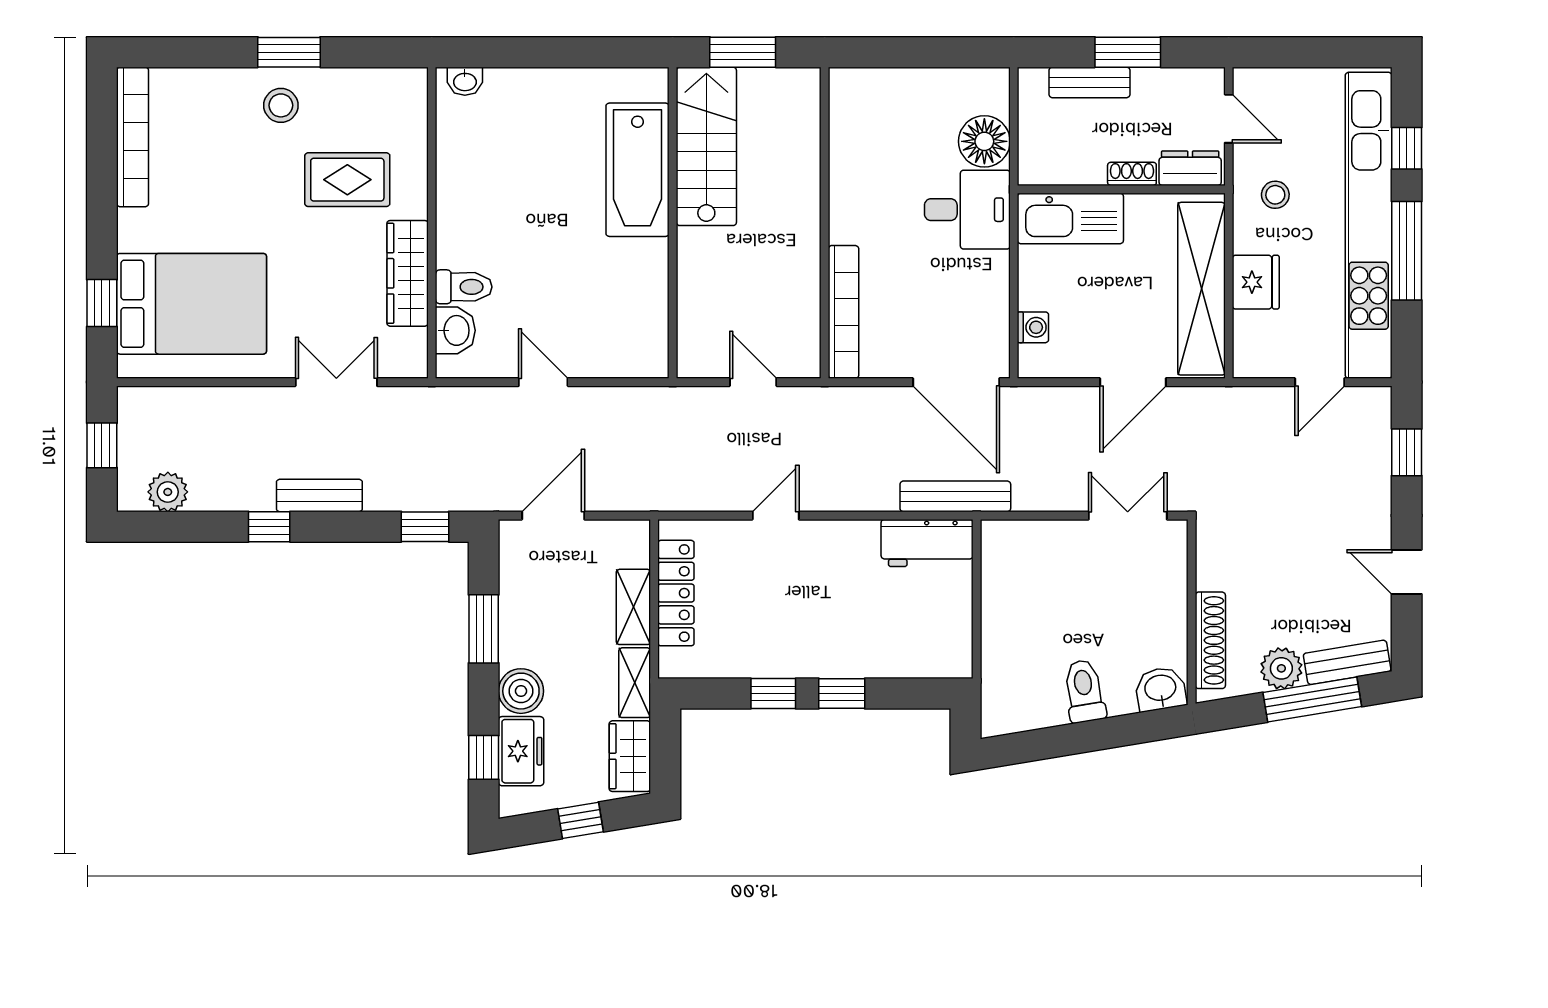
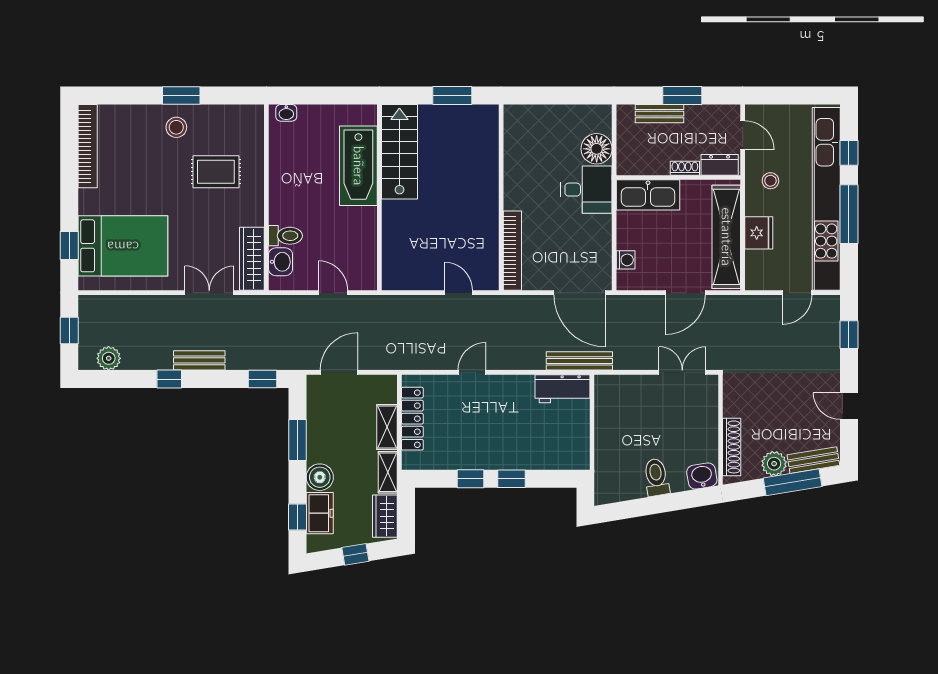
stairs: (706, 146) -> (399, 152), moved
bathtub: (638, 170) -> (358, 166), moved
wall: (673, 223) -> (379, 197), moved
wardrobe: (408, 273) -> (252, 259), moved

